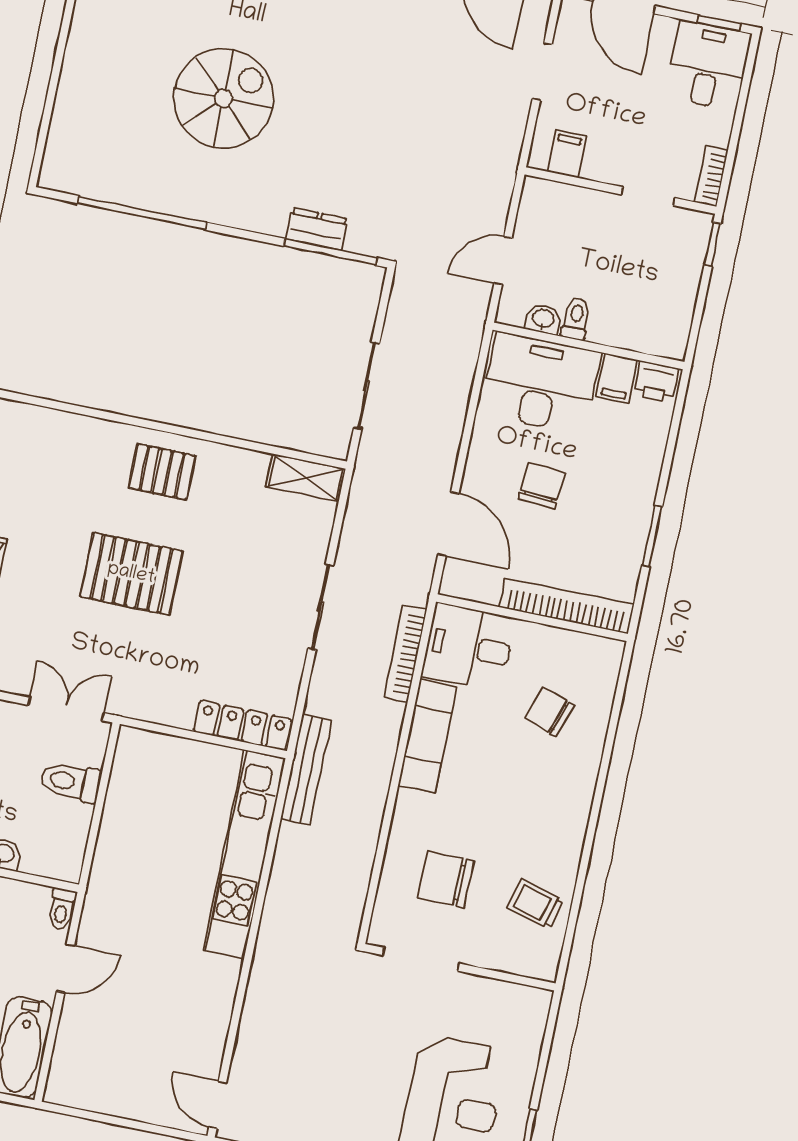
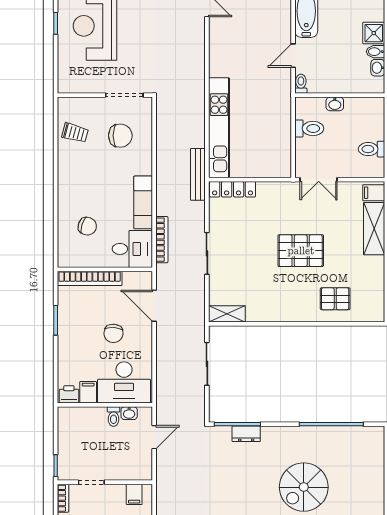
pallet: (162, 472) -> (335, 299), moved
toilet: (70, 782) -> (309, 128), moved

